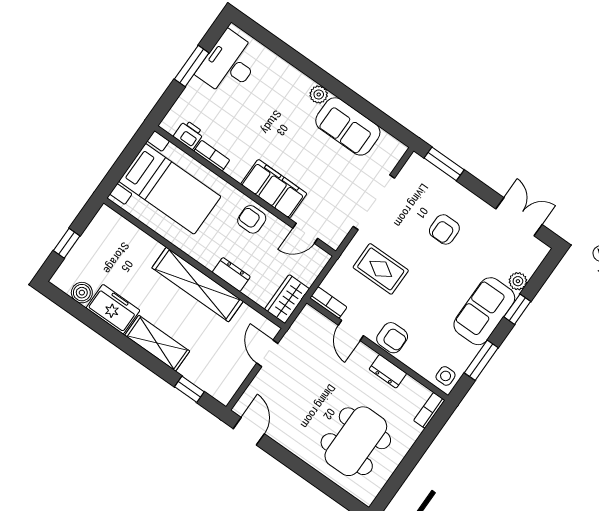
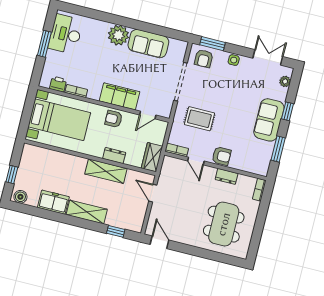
plant: (319, 94) -> (118, 35), width x1.88, depth x1.88
armchair: (444, 229) -> (204, 59), moved
plant: (518, 281) -> (285, 81), moved
shelving: (198, 285) -> (106, 171), width x0.68
boiler: (82, 293) -> (20, 197), moved
side table: (446, 376) -> (234, 60), moved

